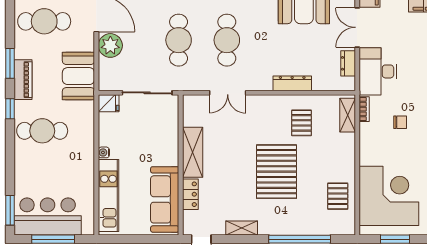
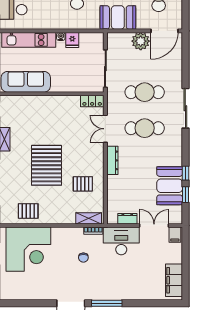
dresser: (292, 83) -> (112, 160), moved
fridge: (109, 103) -> (72, 40), moved
shelving: (193, 152) -> (61, 103), removed
pallet: (277, 172) -> (46, 165), turned 90
locker: (190, 194) -> (92, 101), moved

